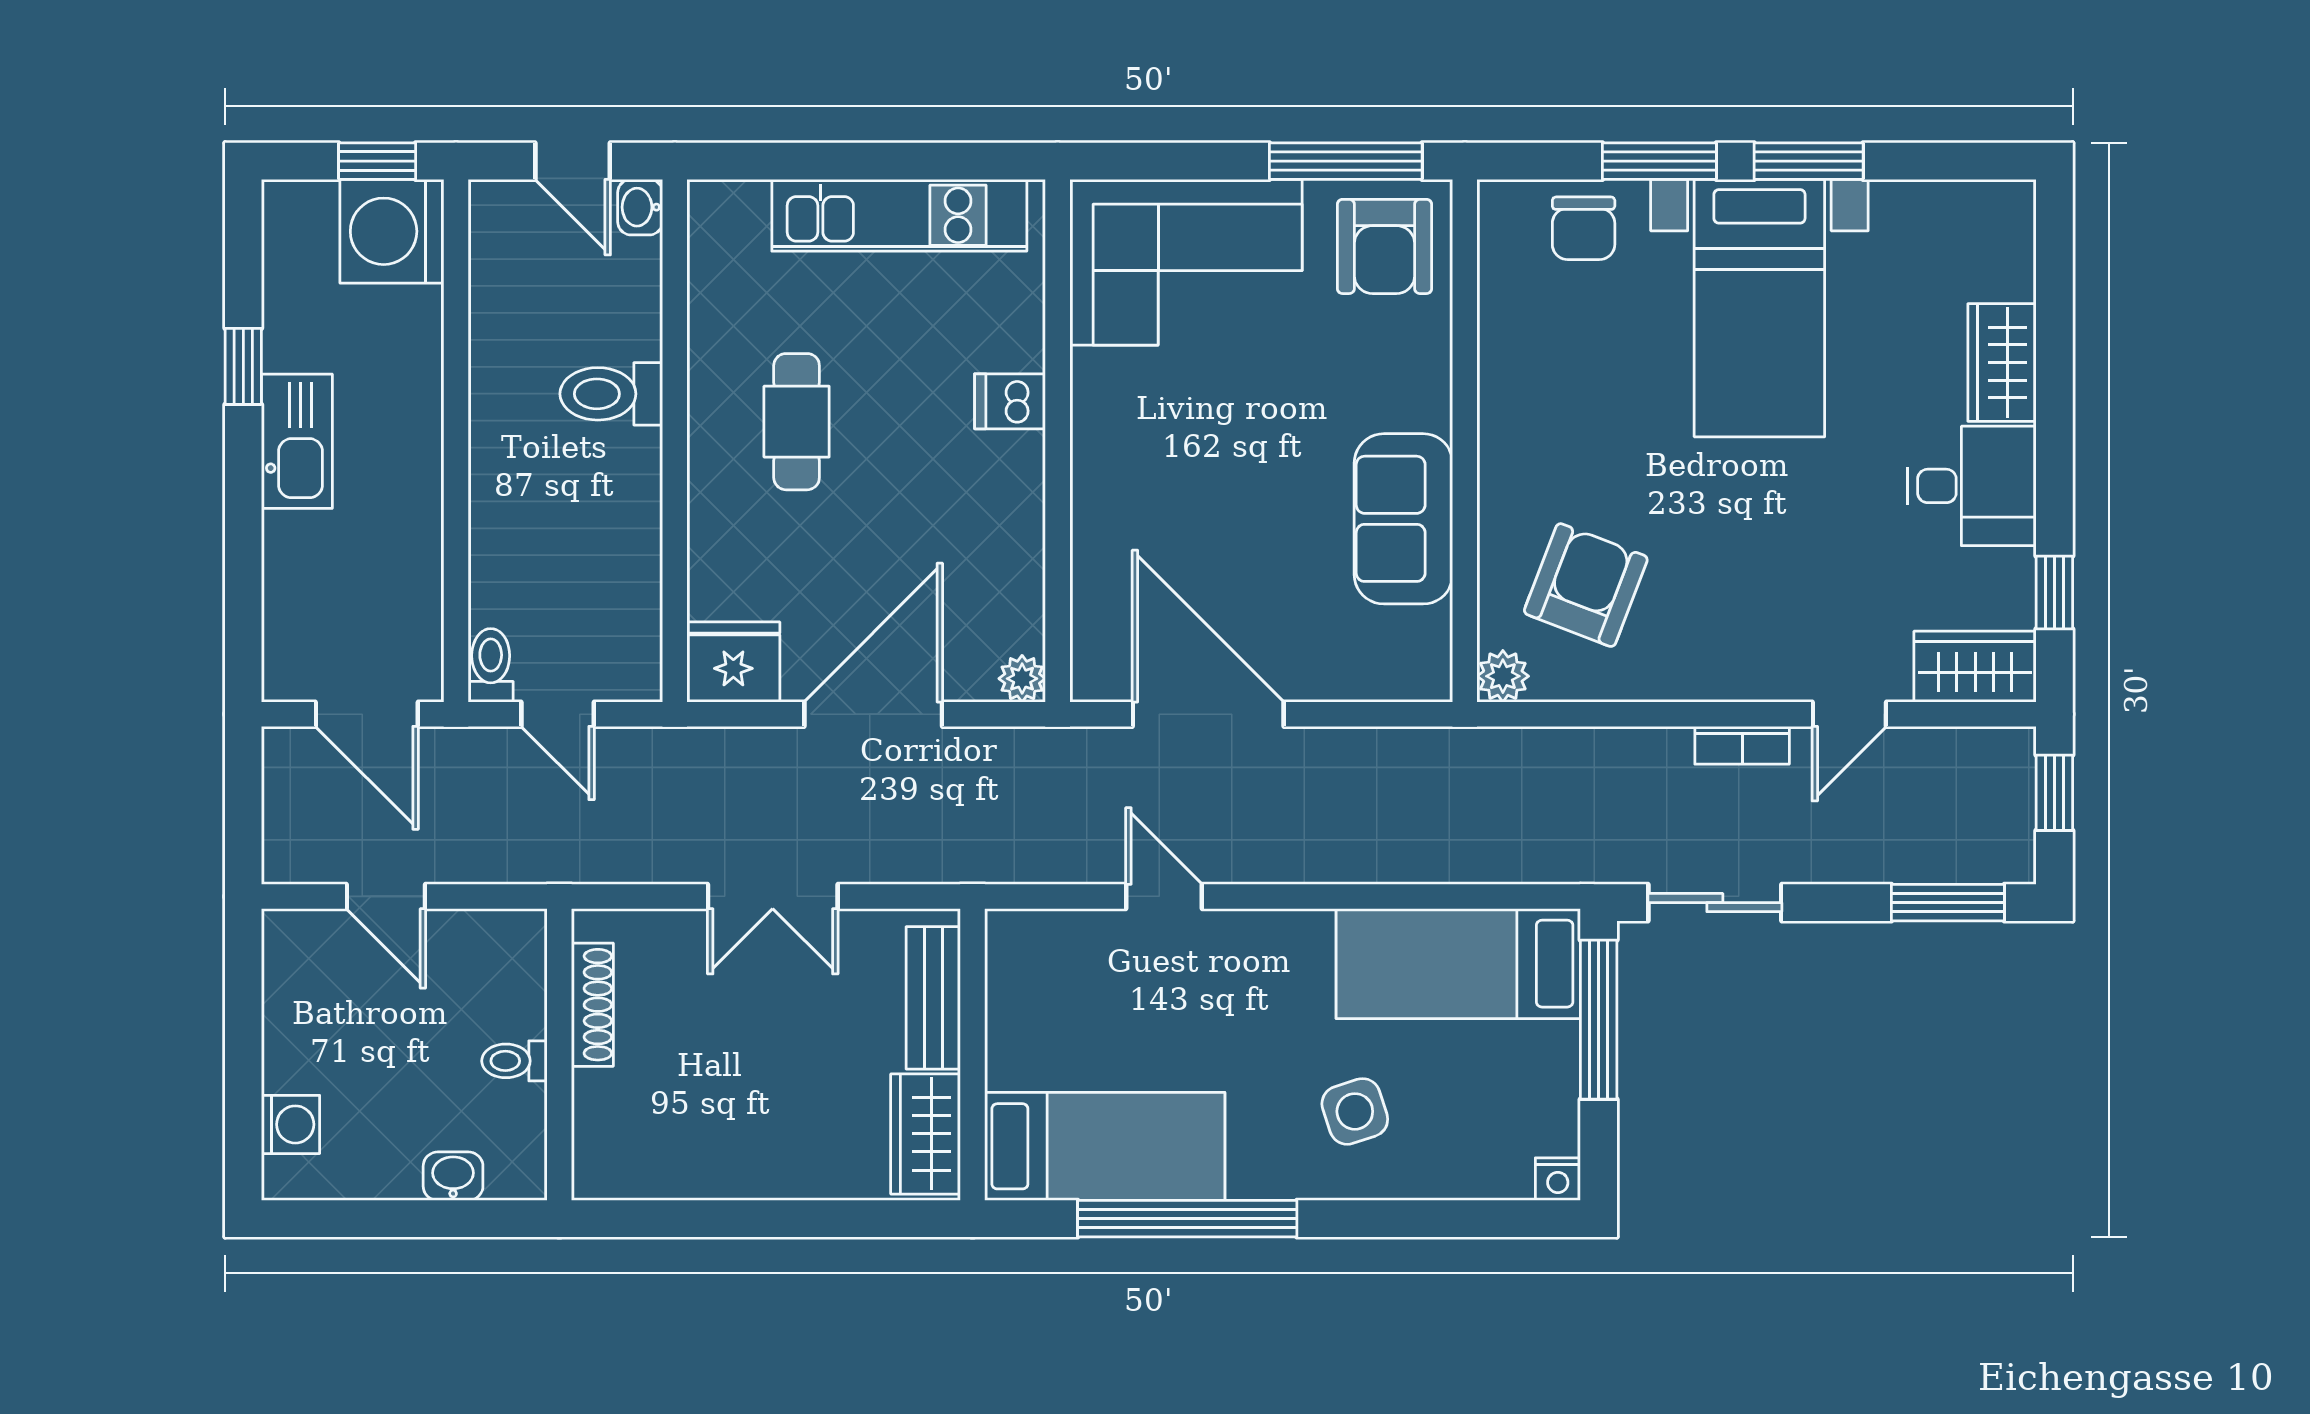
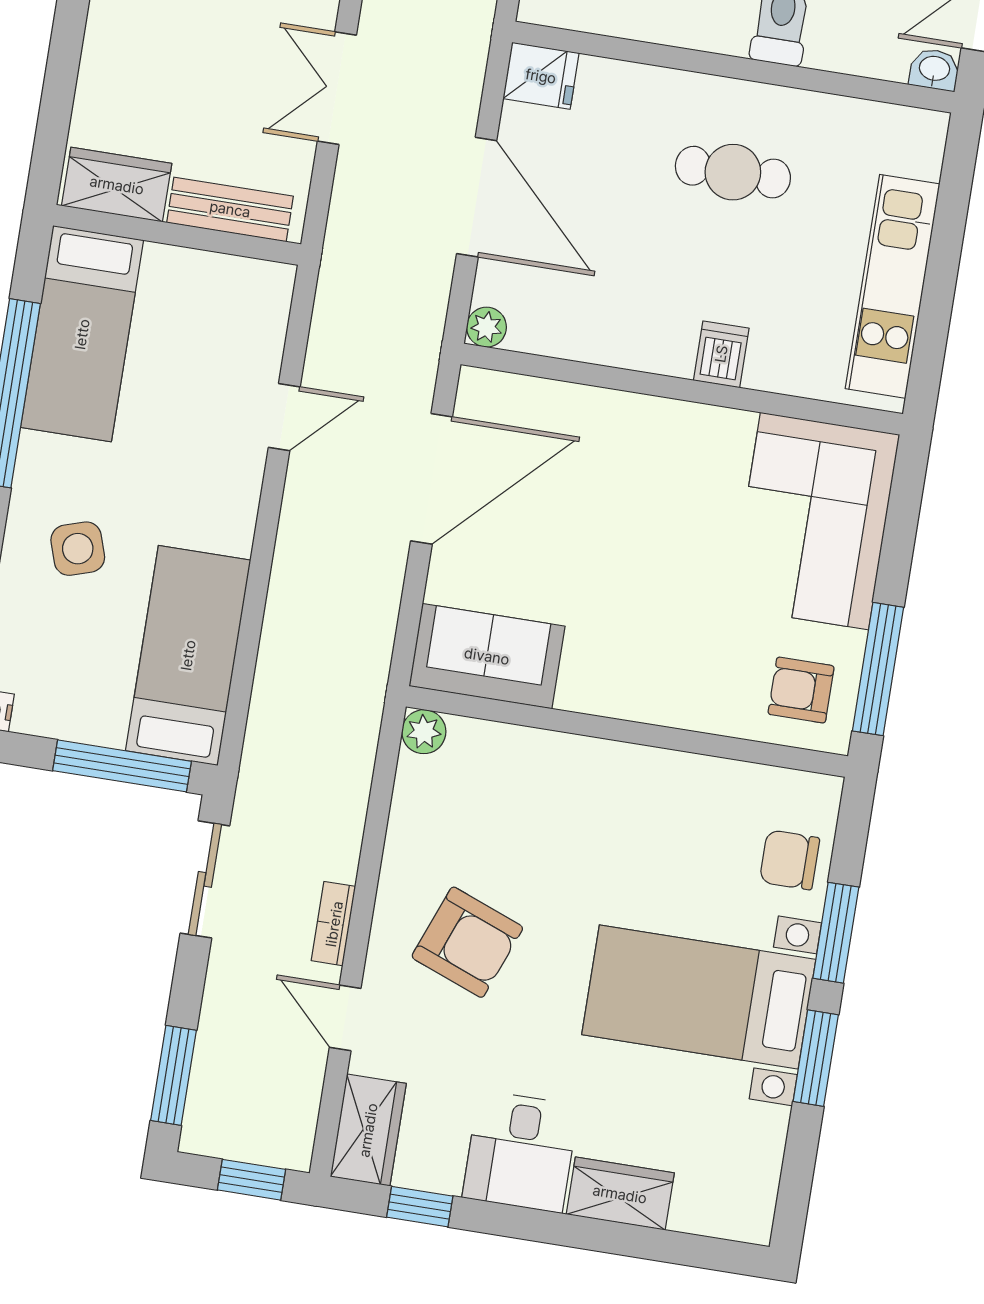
armchair: (1384, 246) -> (801, 690), width x0.72, depth x0.72
sofa: (1403, 519) -> (487, 656), moved
armchair: (1586, 585) -> (467, 942), moved
fridge: (733, 662) -> (541, 76), width x0.72

